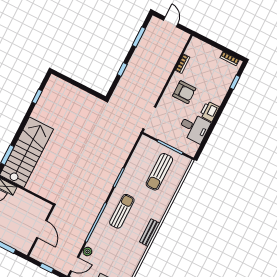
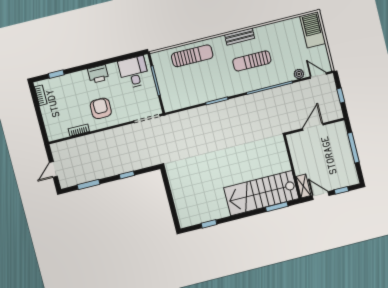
desk: (194, 128) -> (134, 72), moved
sun lounger: (159, 172) -> (192, 56), moved
sun lounger: (122, 211) -> (252, 61), moved

